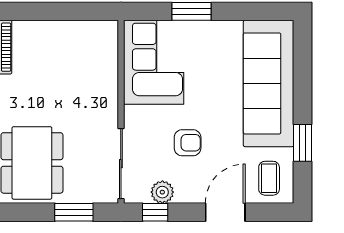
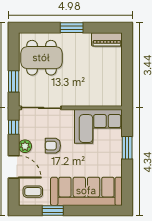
armchair: (188, 143) -> (53, 146), turned 90
plant: (162, 192) -> (25, 146), moved

